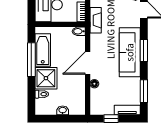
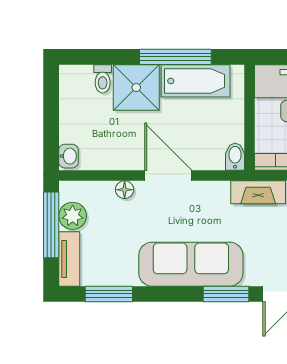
window: (144, 50) -> (226, 294), moved
plant: (107, 108) -> (73, 216), added
washbasin: (63, 110) -> (68, 156), moved
window: (111, 119) -> (51, 225), width x2.17

